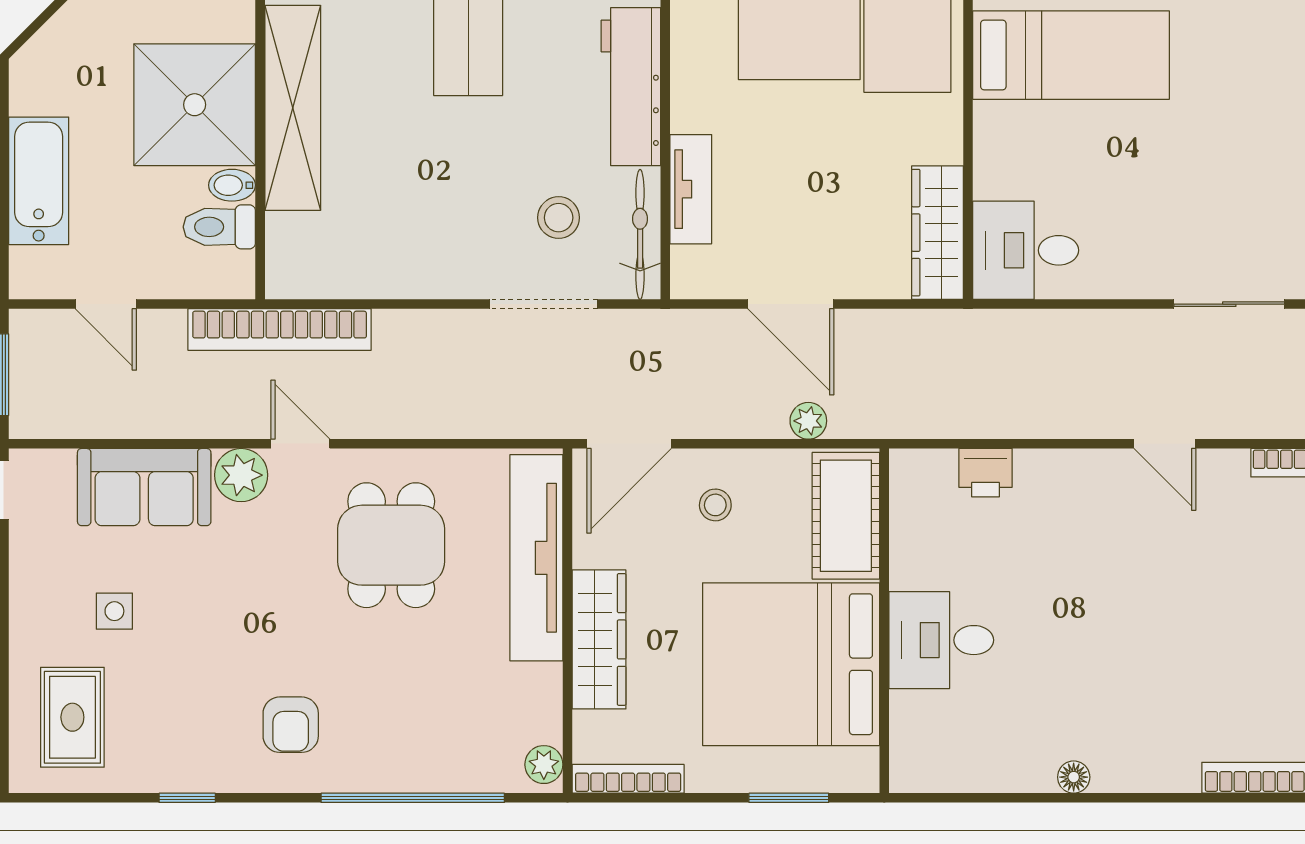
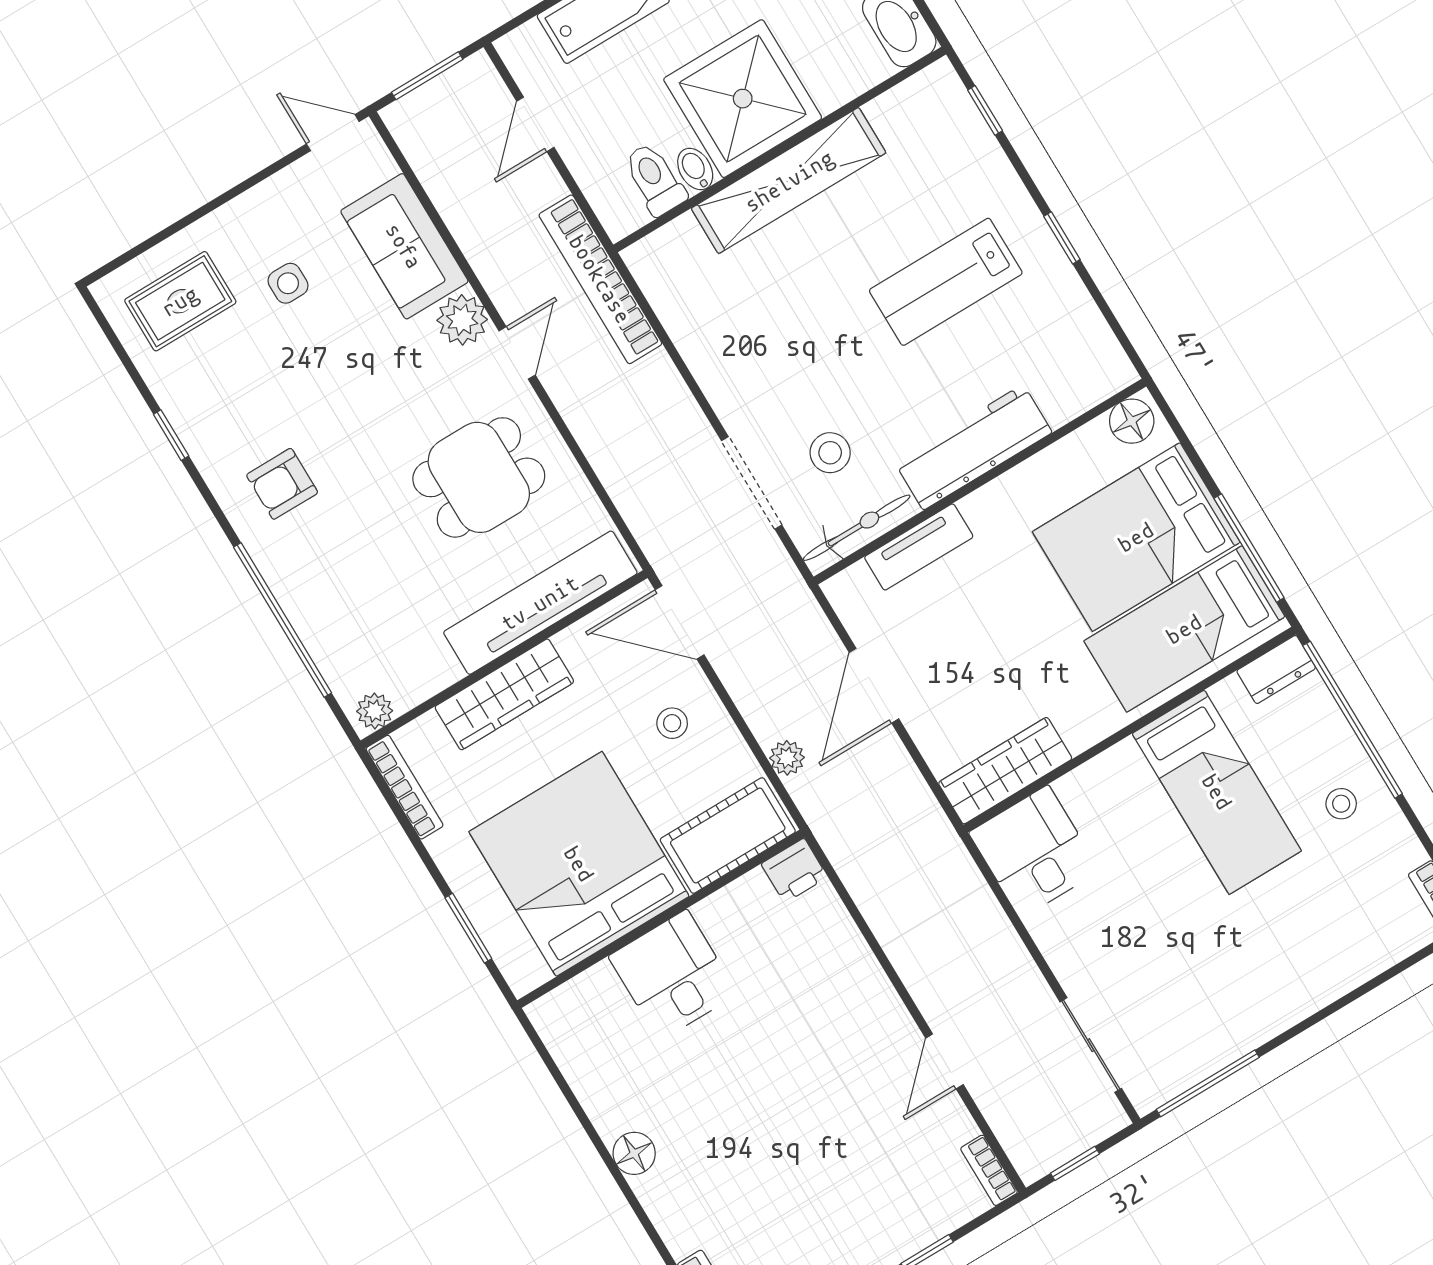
printer: (985, 473) -> (794, 871), moved, turned -90
floor lamp: (1074, 777) -> (634, 1153), width x1.37, depth x1.37

